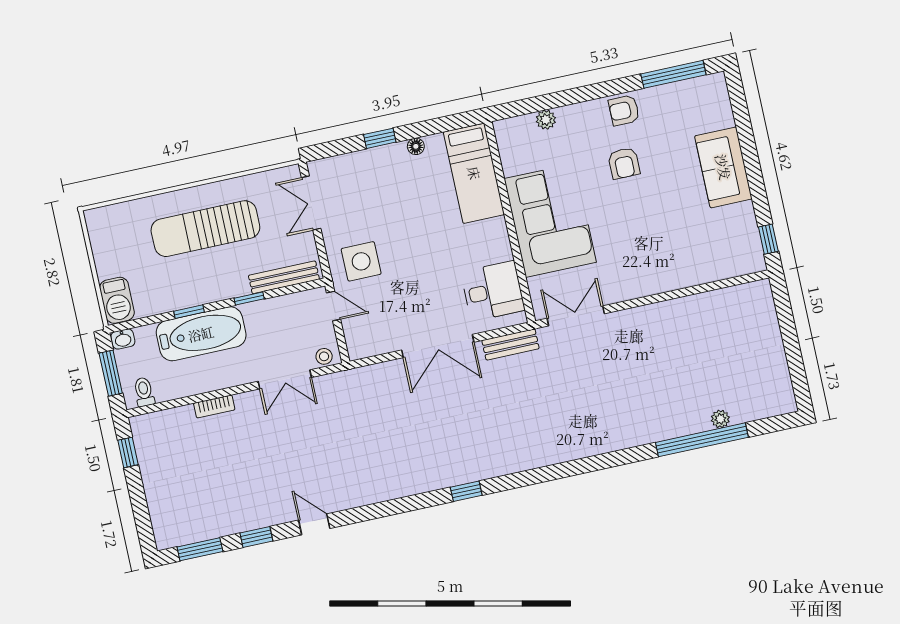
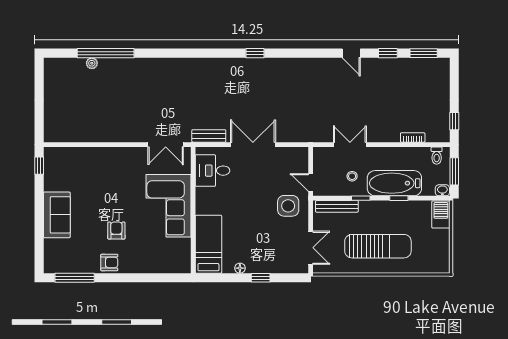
plant: (546, 120) -> (158, 267), removed
stool: (324, 356) -> (352, 176), moved
bookcase: (214, 406) -> (413, 137), moved

